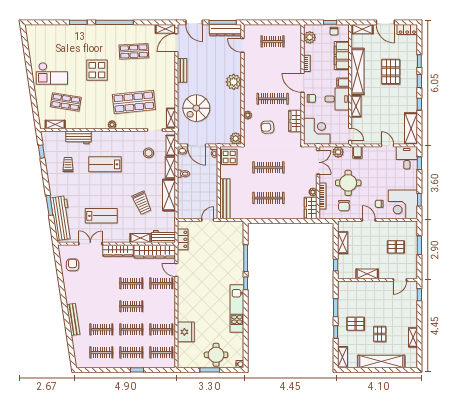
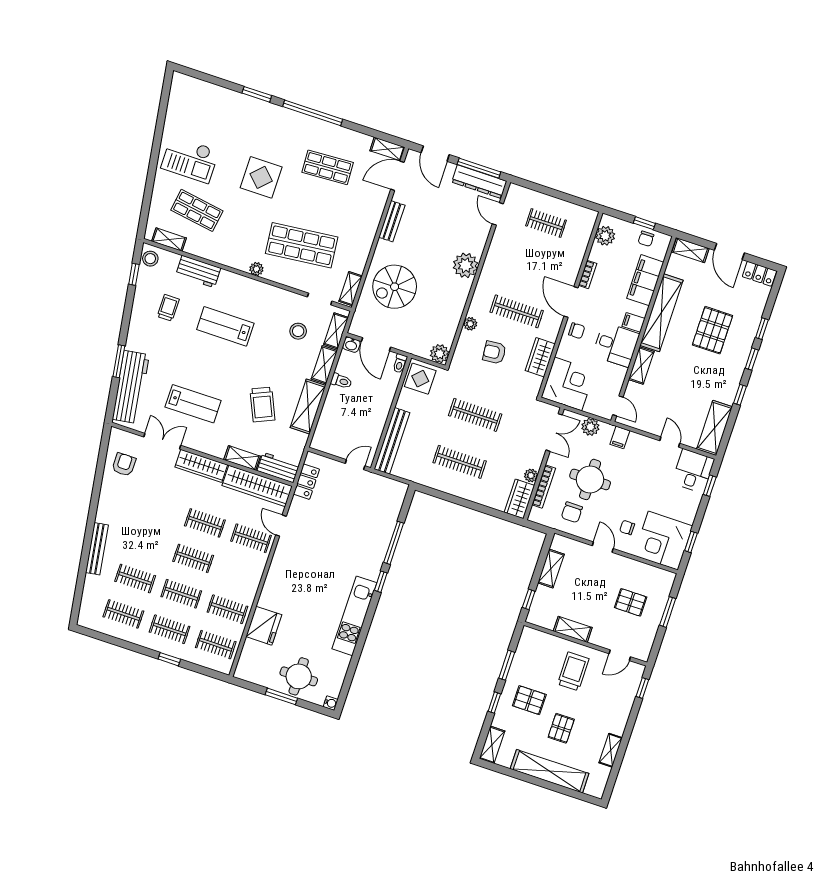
stool: (48, 139) -> (150, 259), added
trolley: (376, 298) -> (573, 671), added

